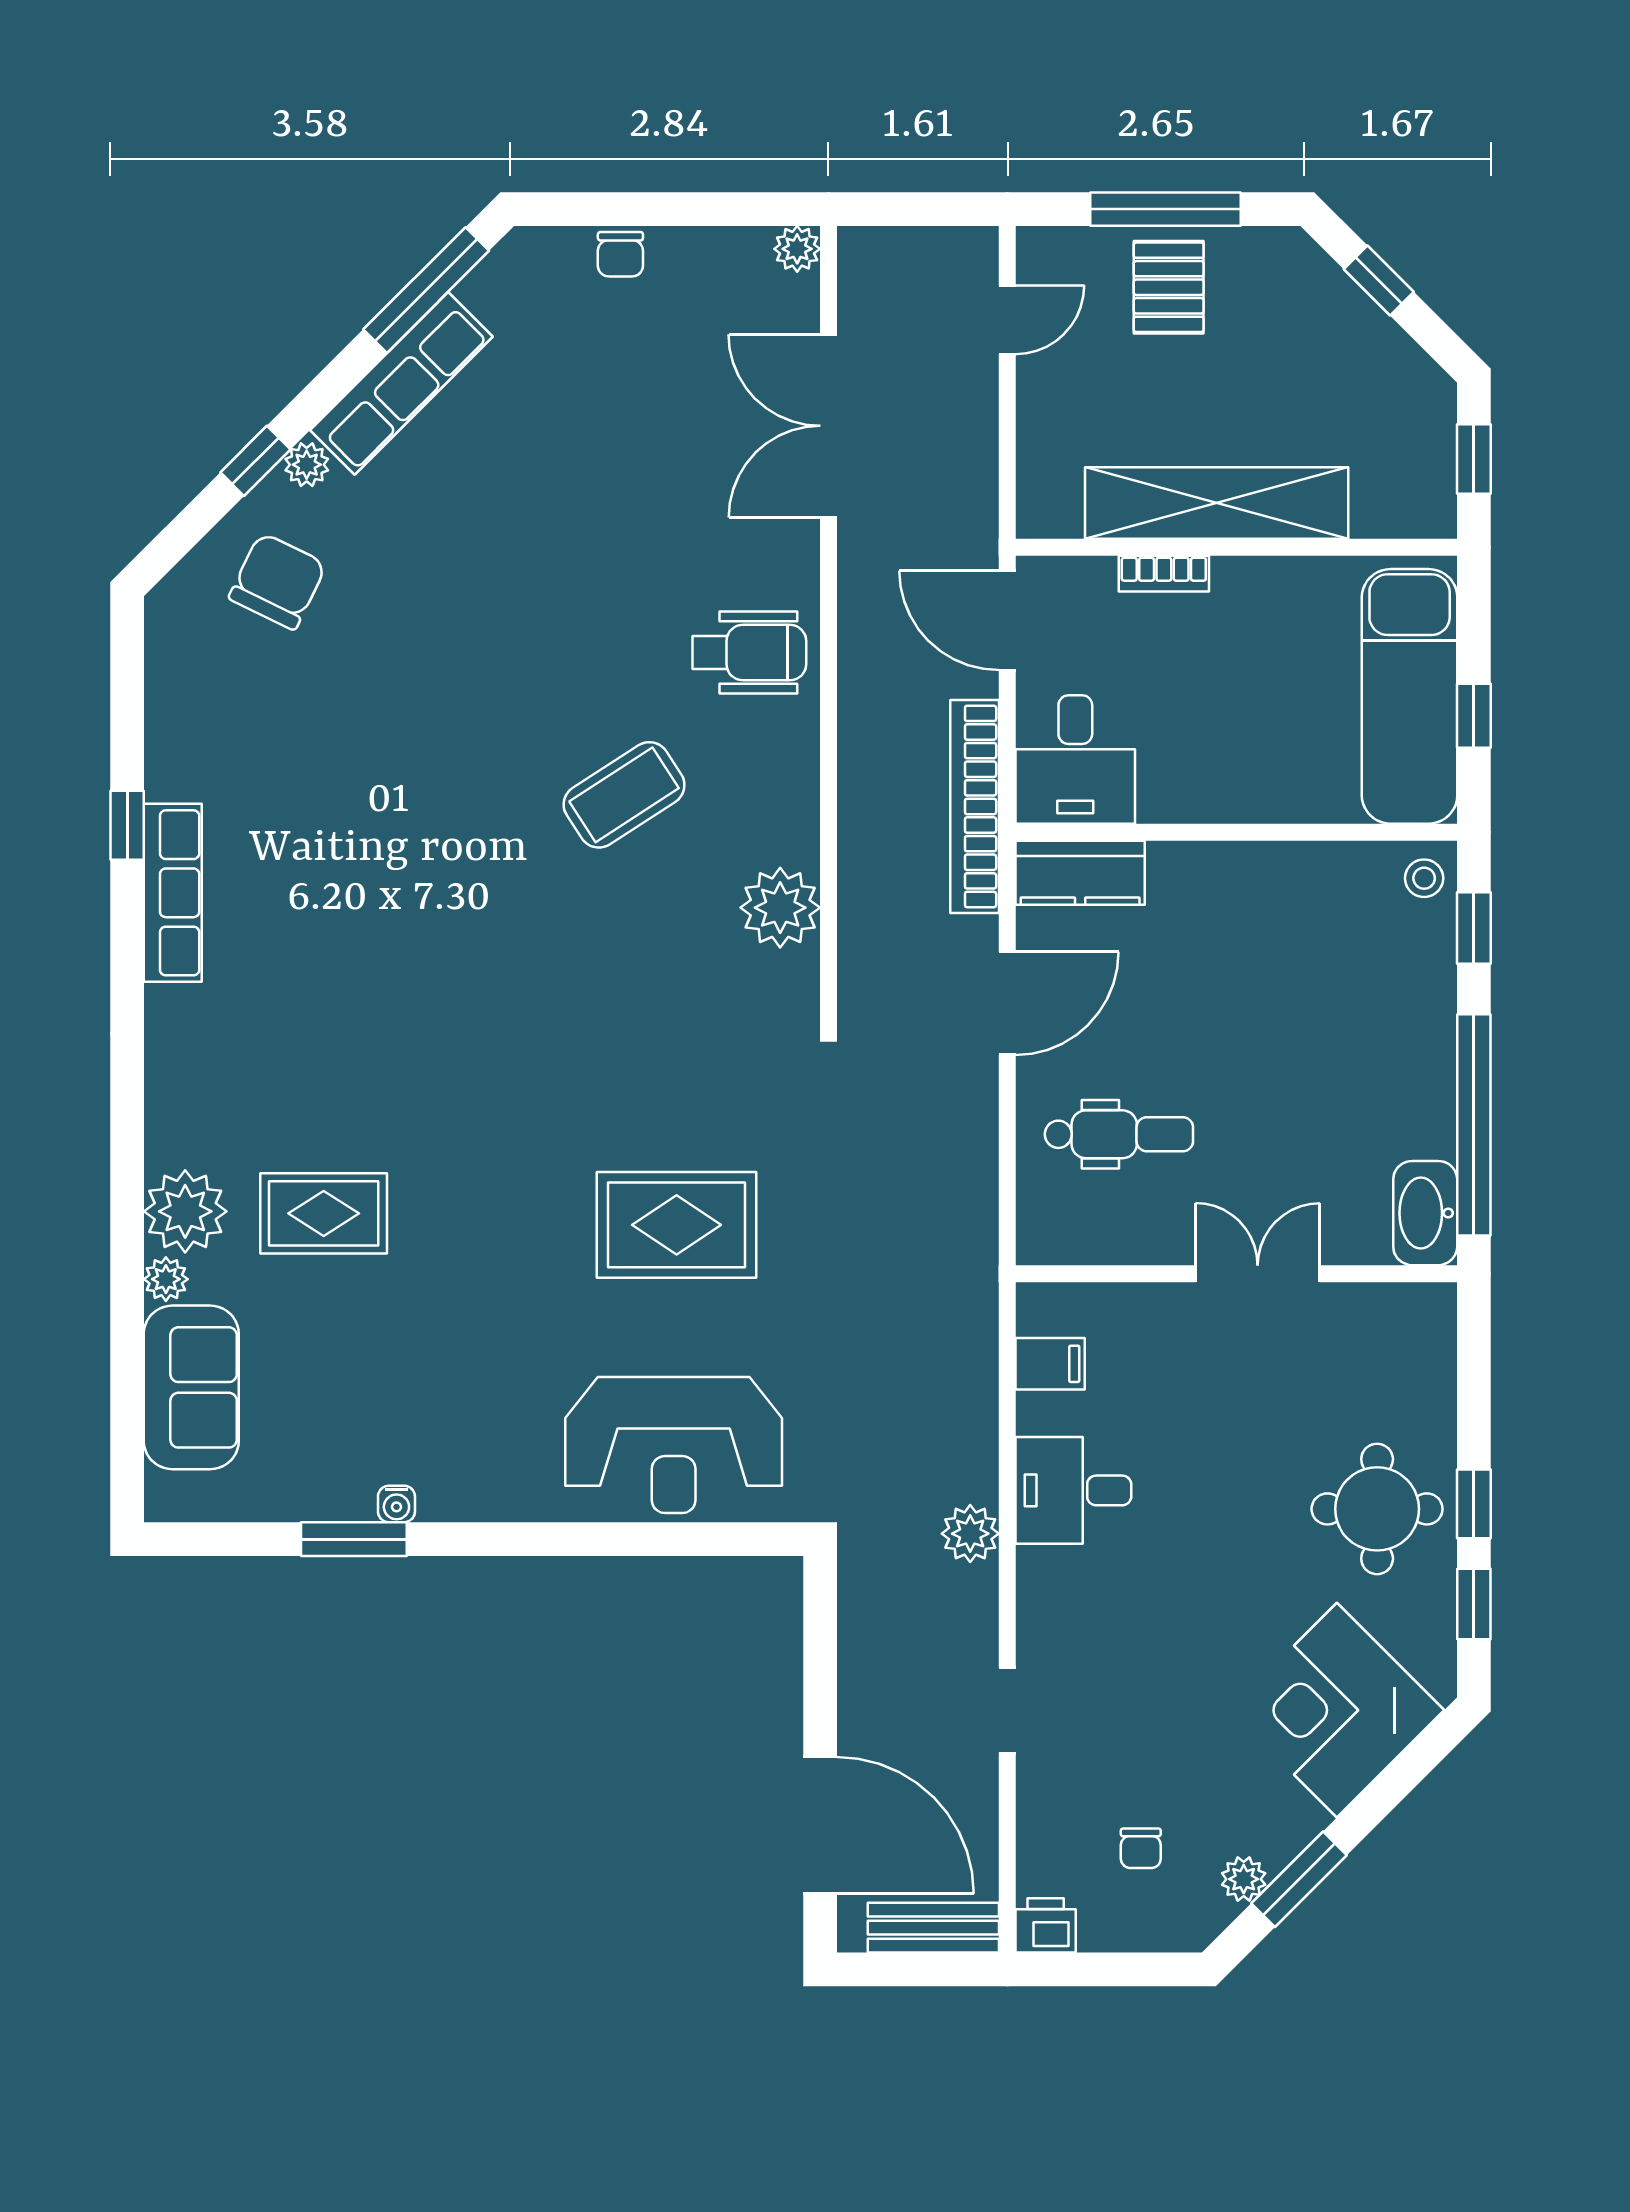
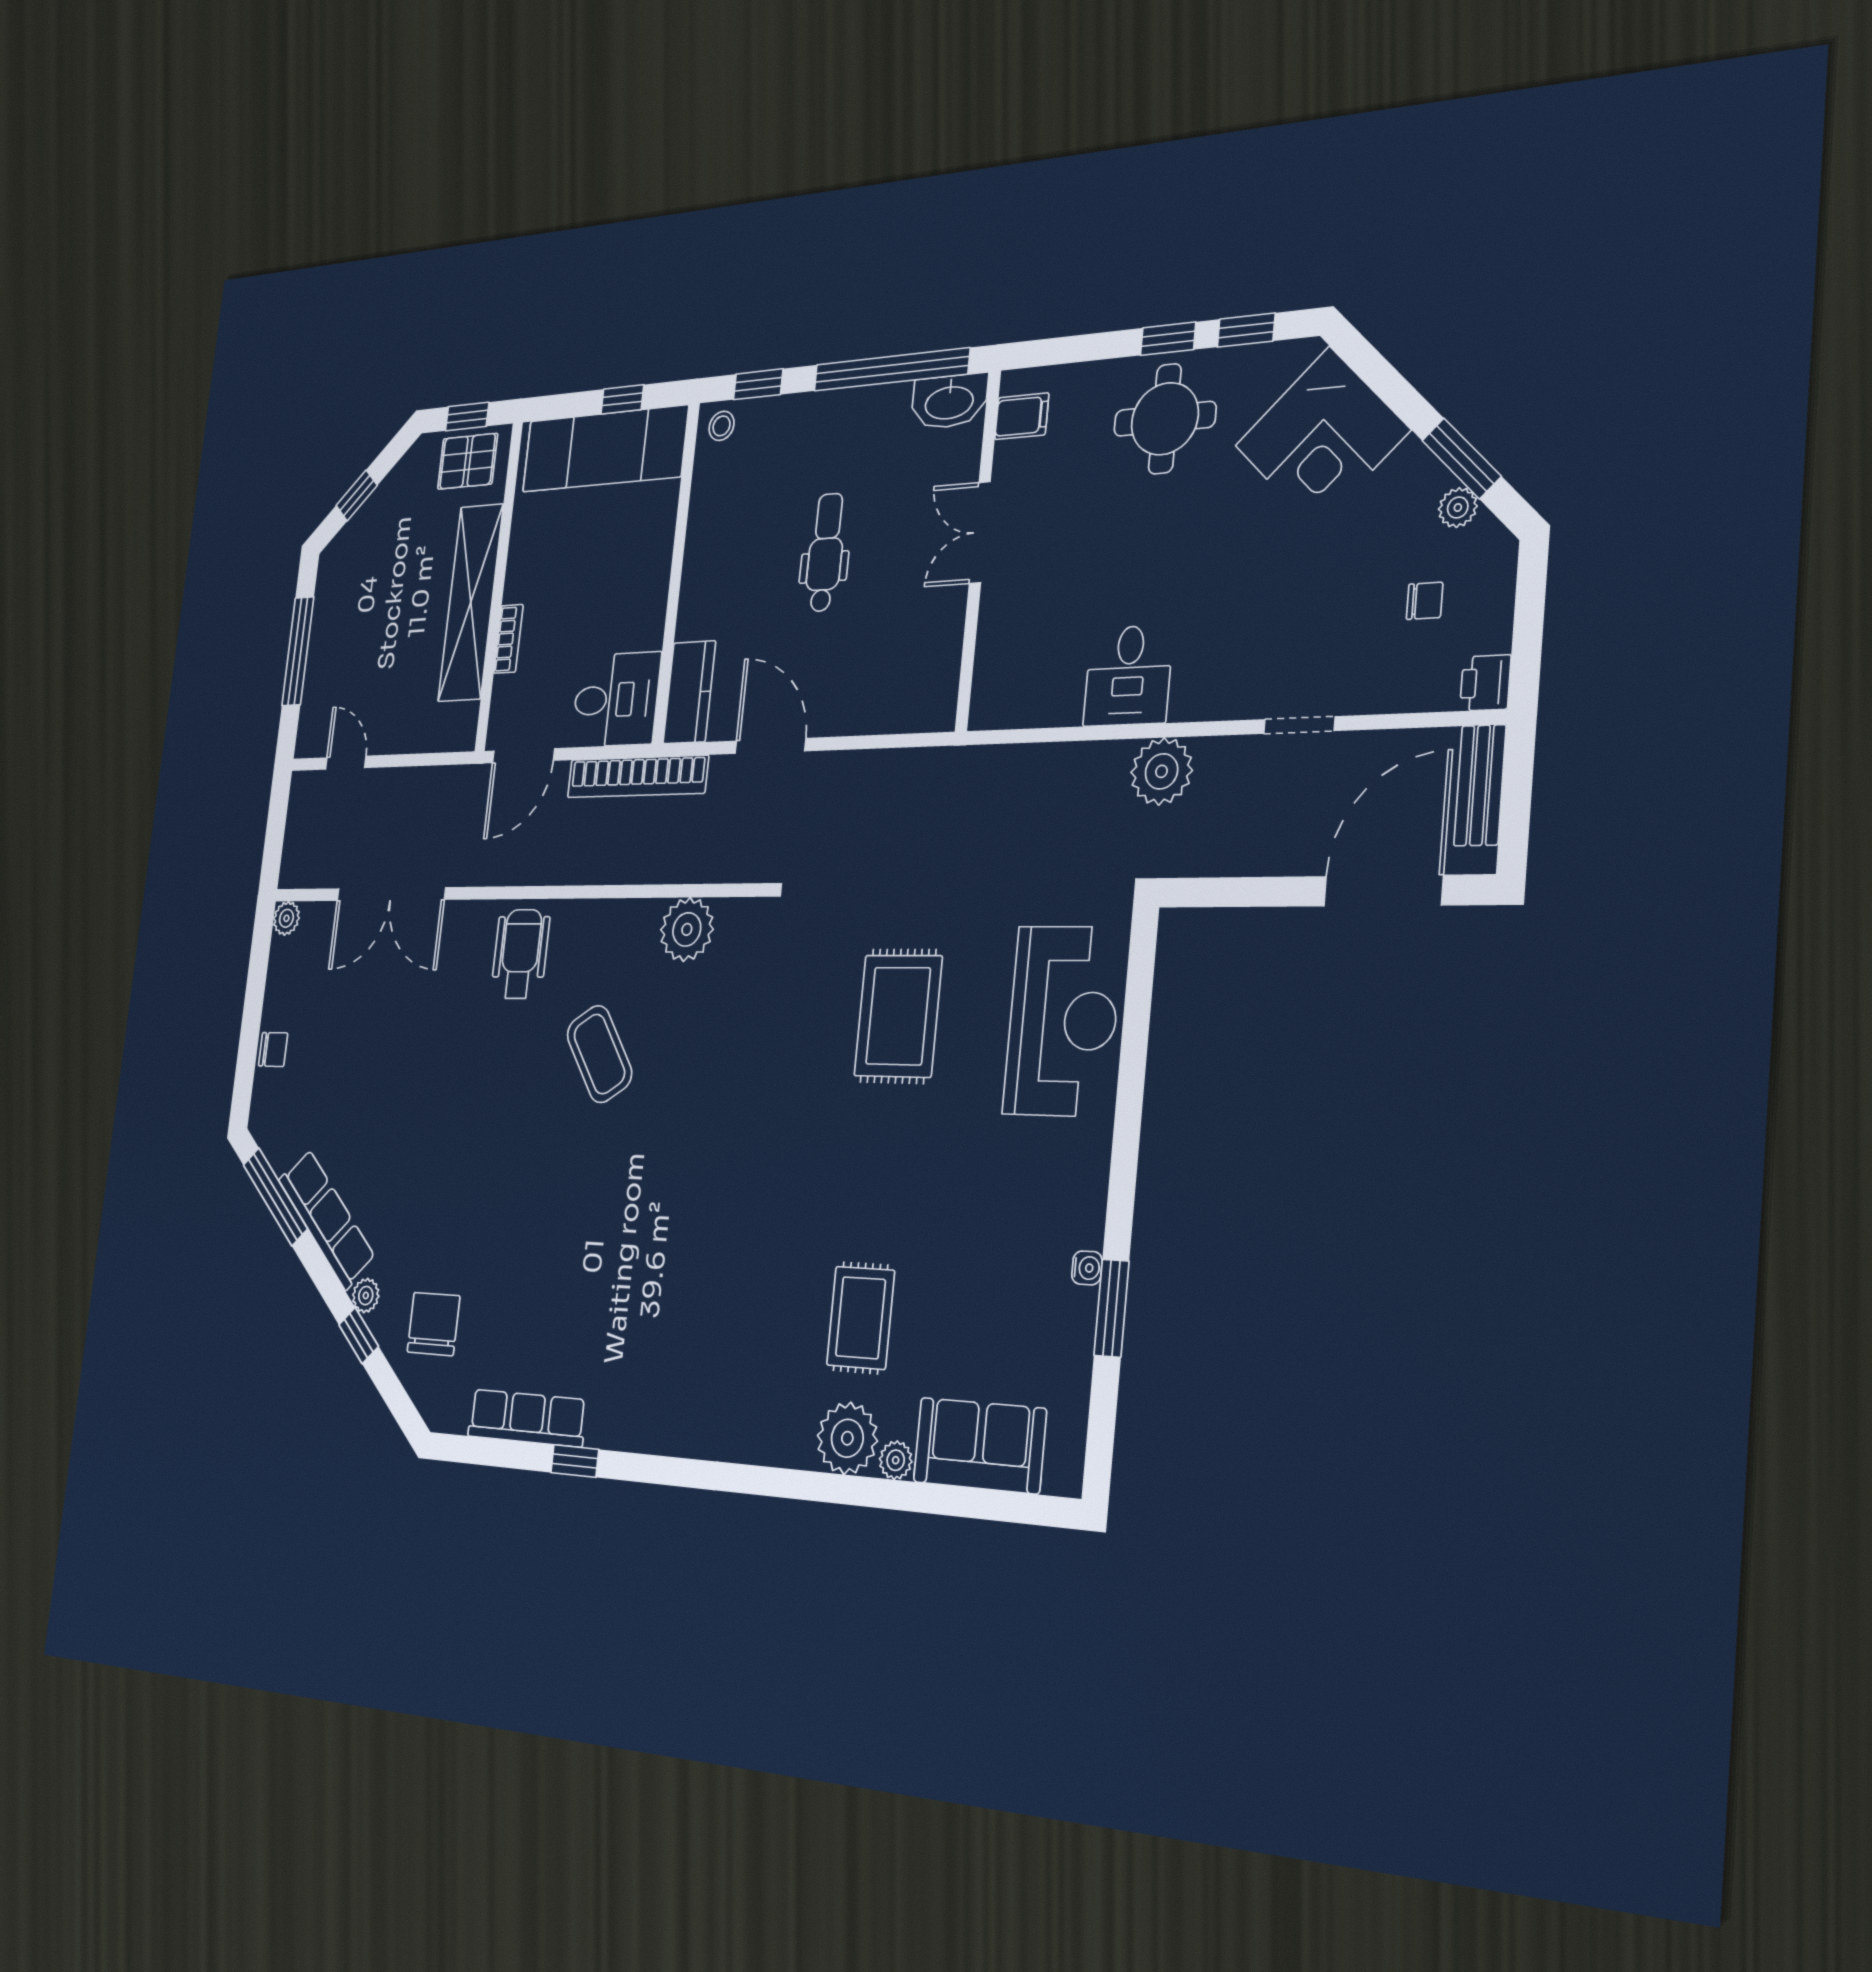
pallet: (1169, 287) -> (468, 461), moved
chair: (278, 581) -> (433, 1324), turned 64
row of seats: (173, 893) -> (527, 1418), moved
dental chair: (1119, 1134) -> (825, 552), moved
filing cabinet: (1050, 1364) -> (1022, 416), moved, turned 90
plant: (970, 1534) -> (1162, 771), width x1.36, depth x1.36

